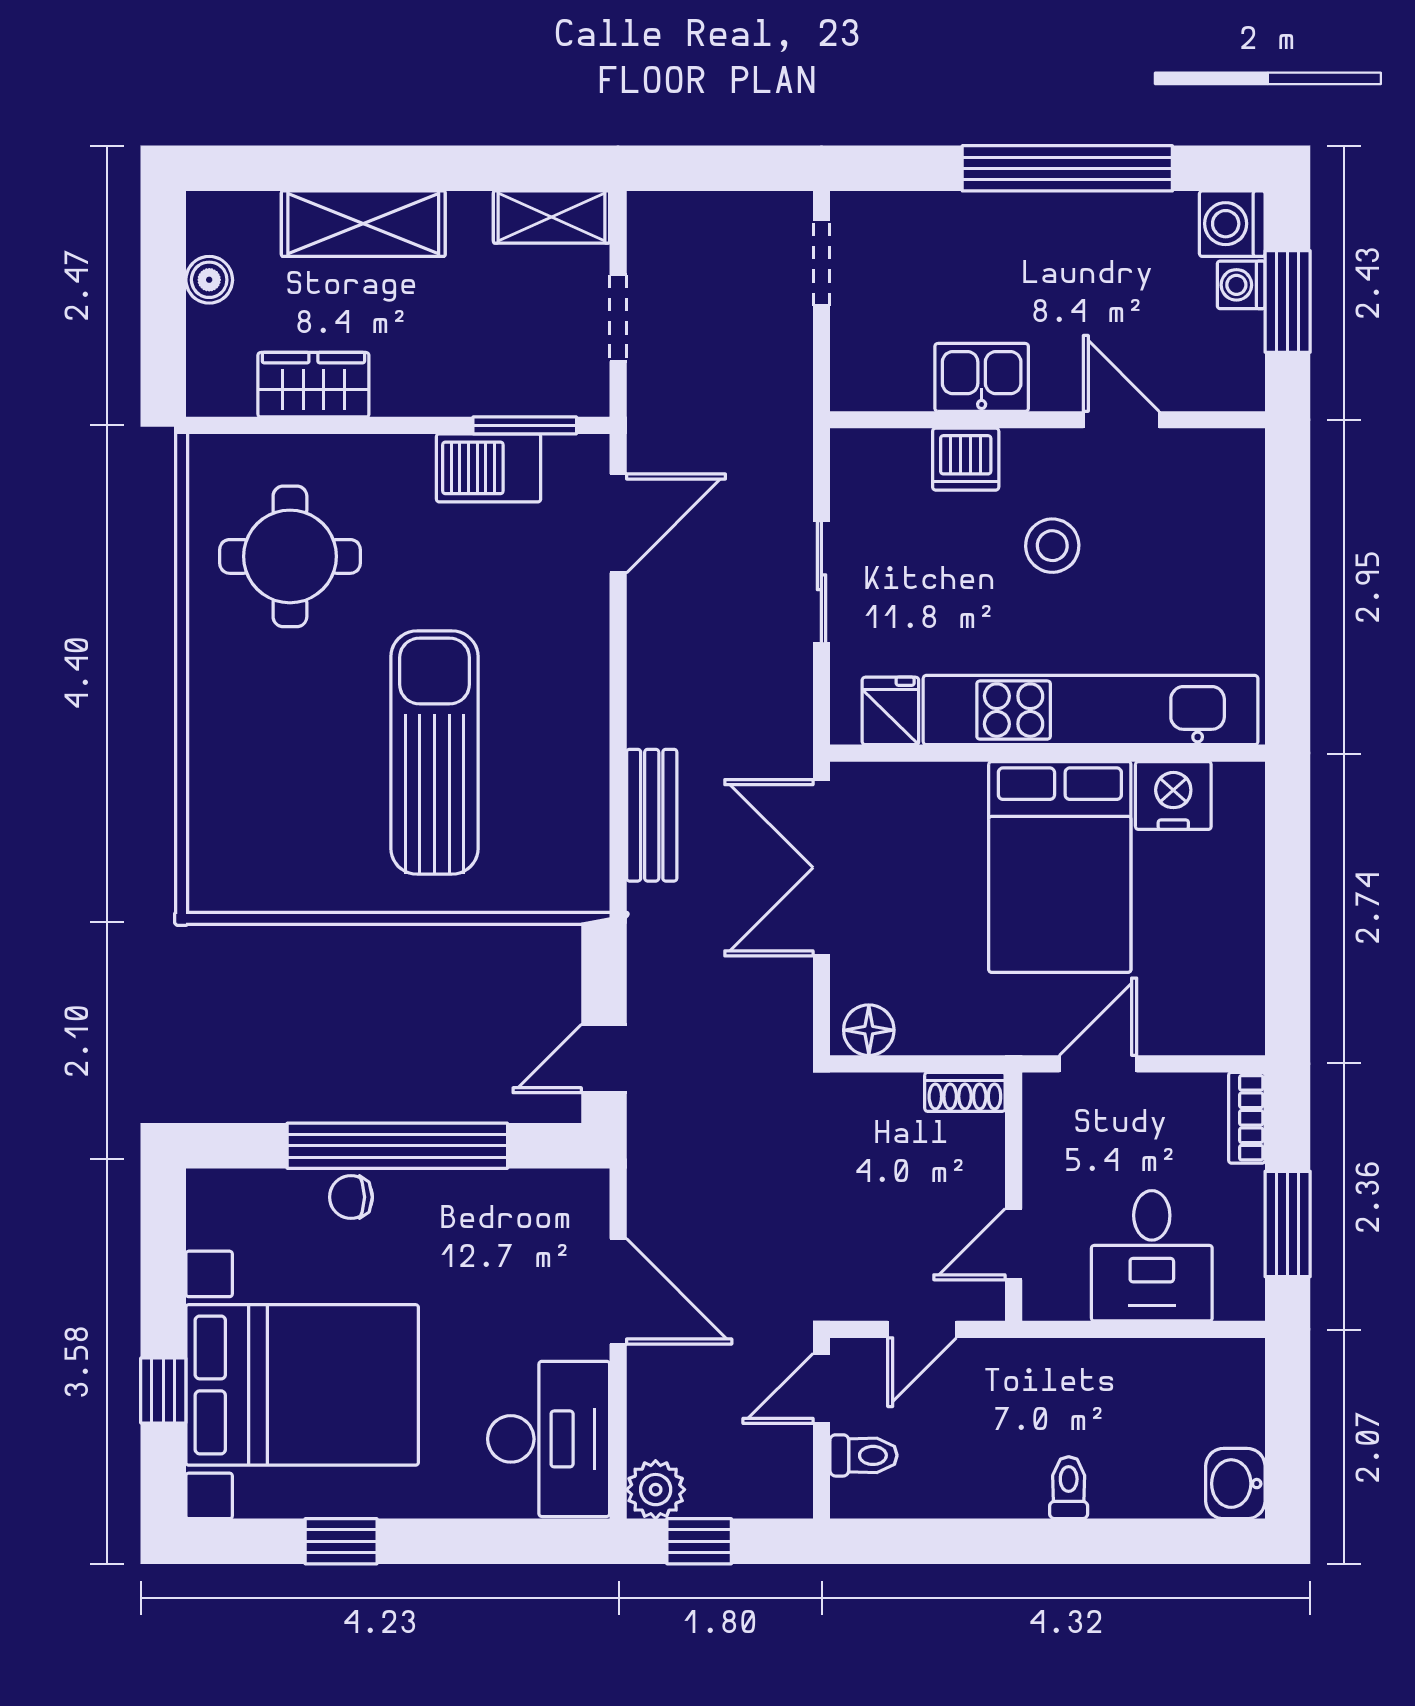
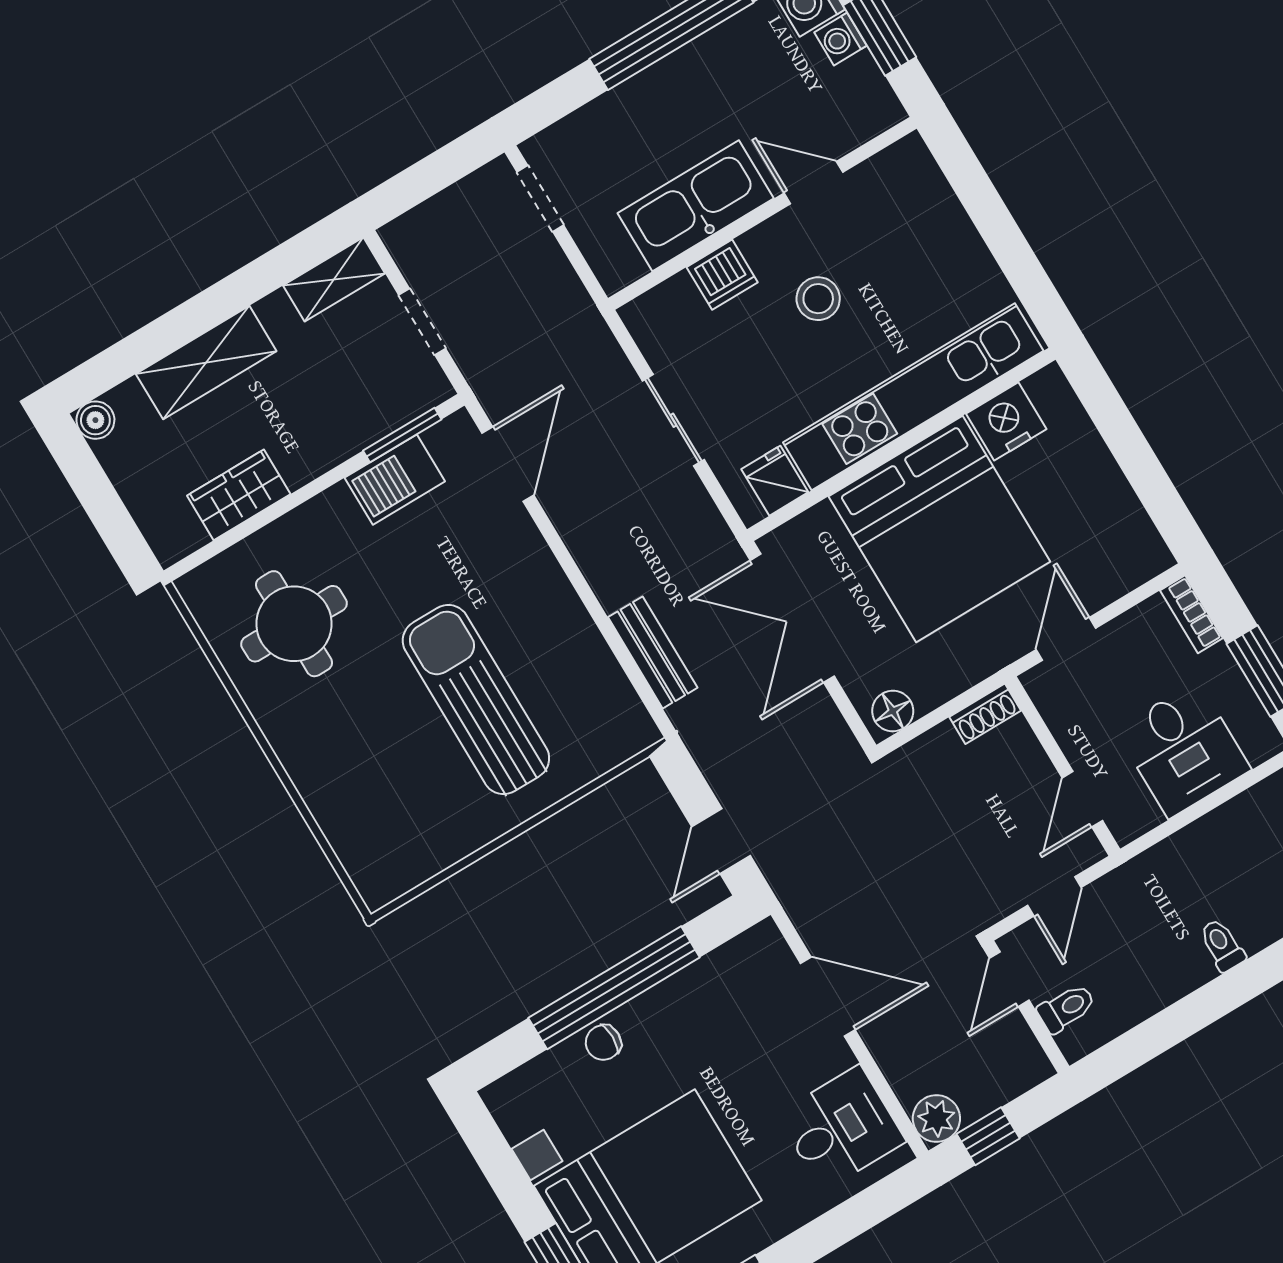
boiler: (209, 280) -> (95, 420), moved
kitchen sink: (982, 377) -> (696, 206), width x1.88, depth x1.24
bed: (1060, 867) -> (939, 529), width x1.36
desk: (549, 1439) -> (841, 1128), width x0.73

